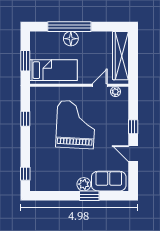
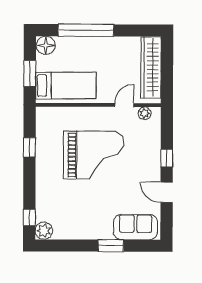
floor lamp: (71, 39) -> (46, 45), moved
grand piano: (76, 125) -> (94, 155), turned 87
plant: (84, 184) -> (44, 231), moved

